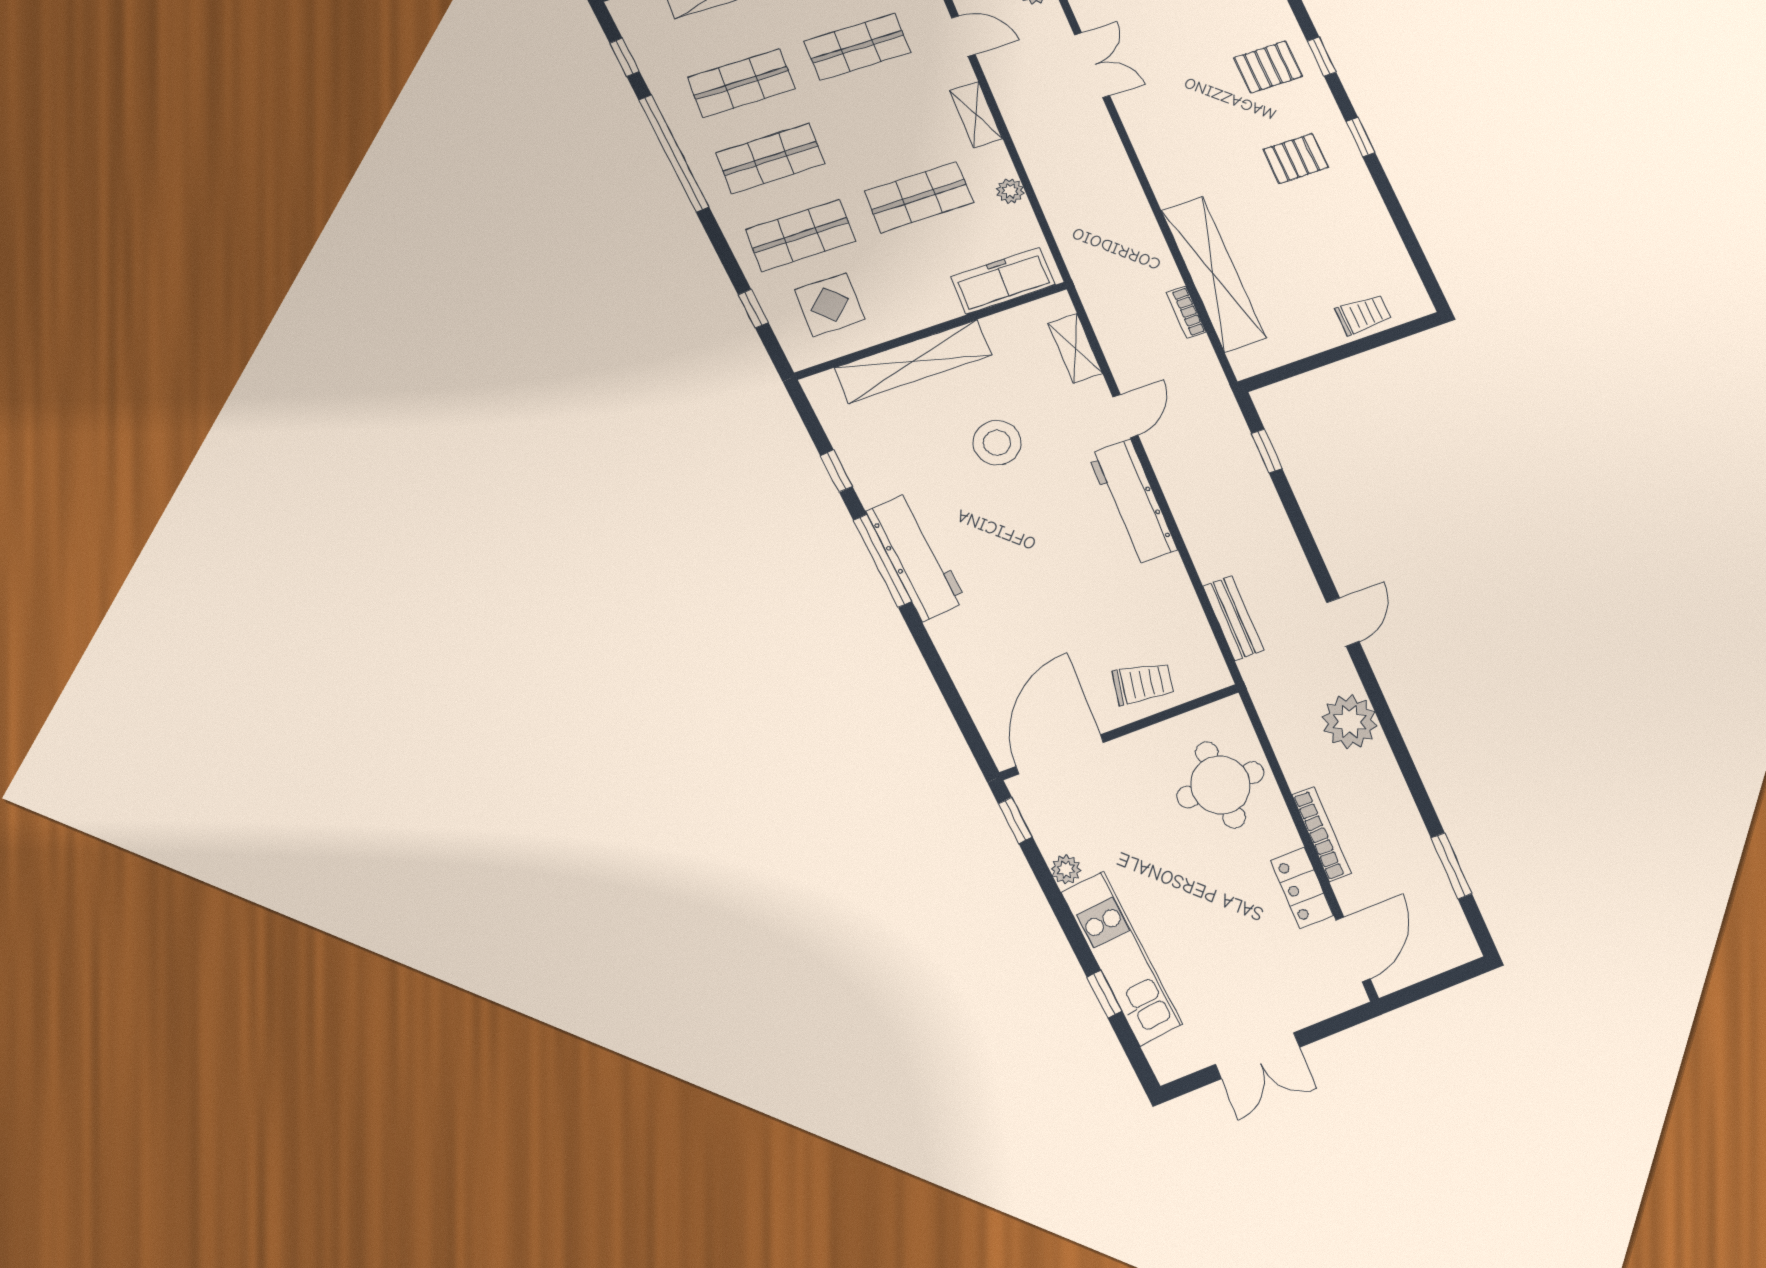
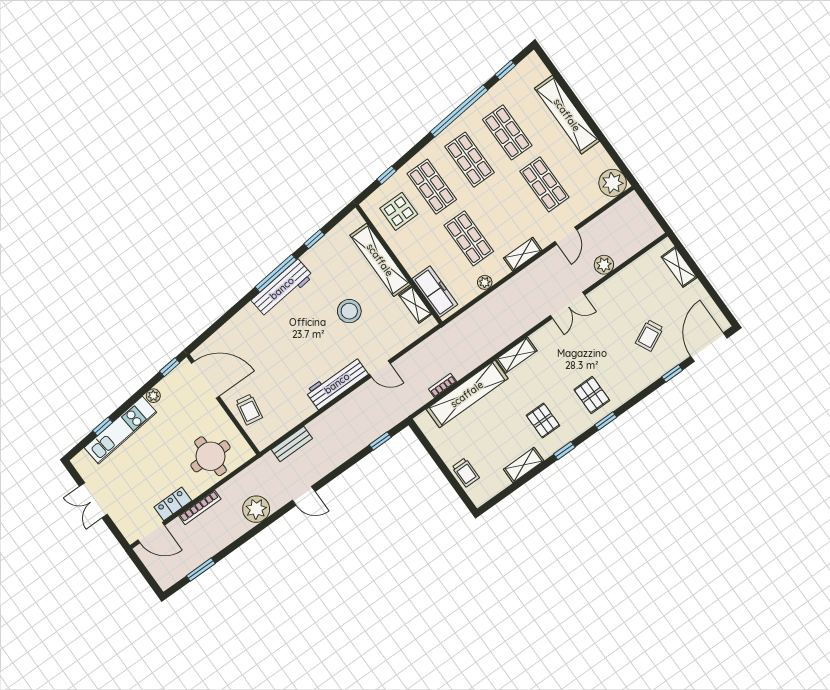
shelving: (1162, 172) -> (517, 355), added
shelving: (1372, 212) -> (524, 465), added
shelving: (1075, 348) -> (415, 305), moved, turned 90

